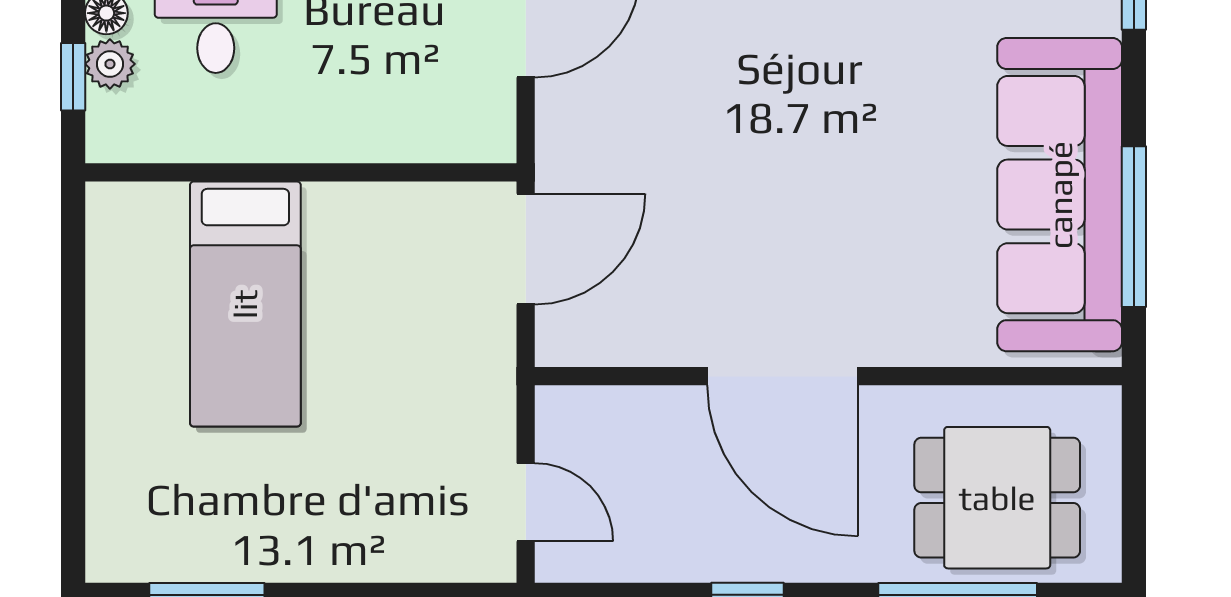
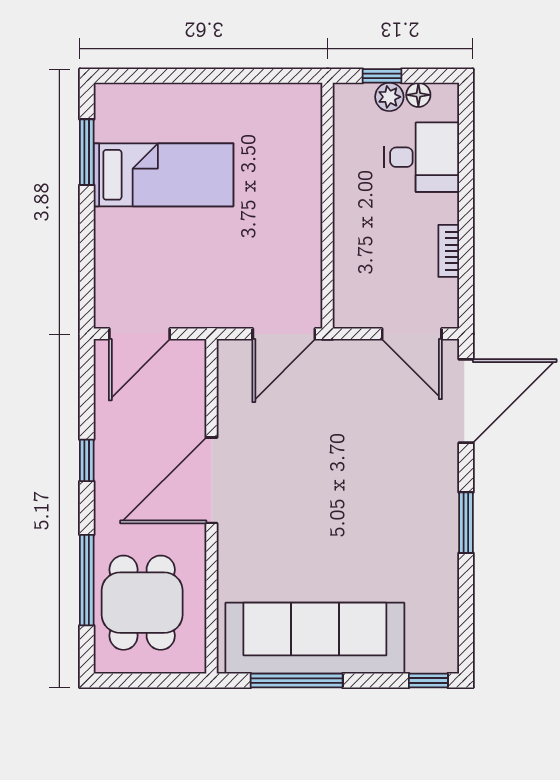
door: (526, 249) -> (284, 334), hinge flipped
bed: (245, 304) -> (163, 175), moved, turned 180
door: (526, 502) -> (140, 334), width x1.37

